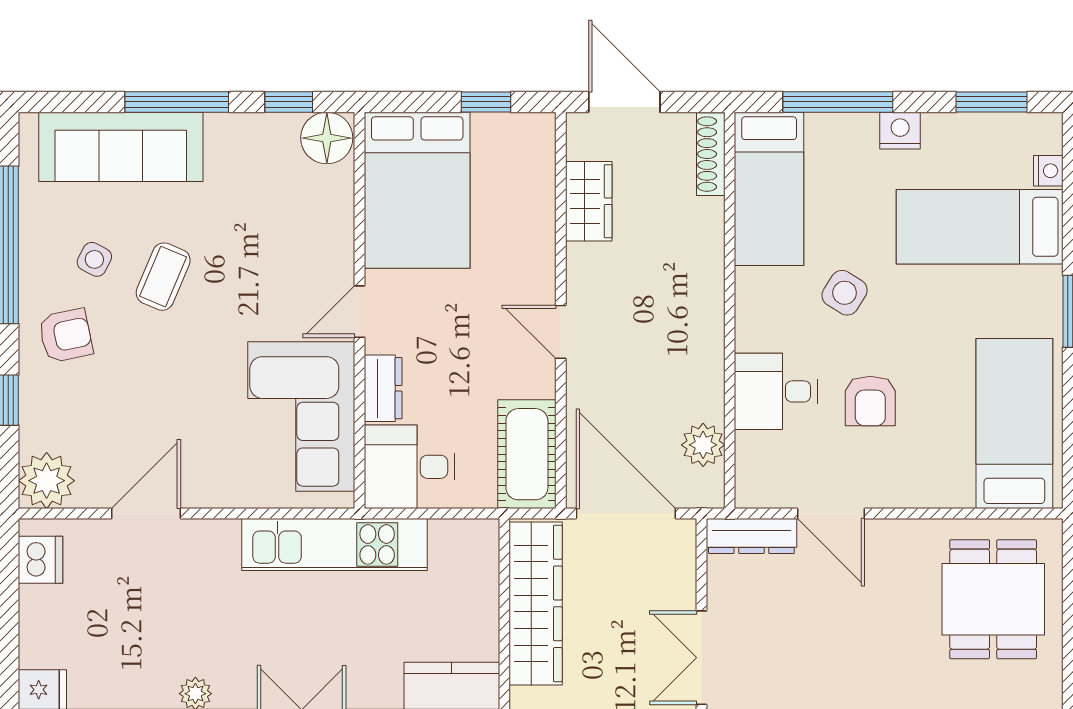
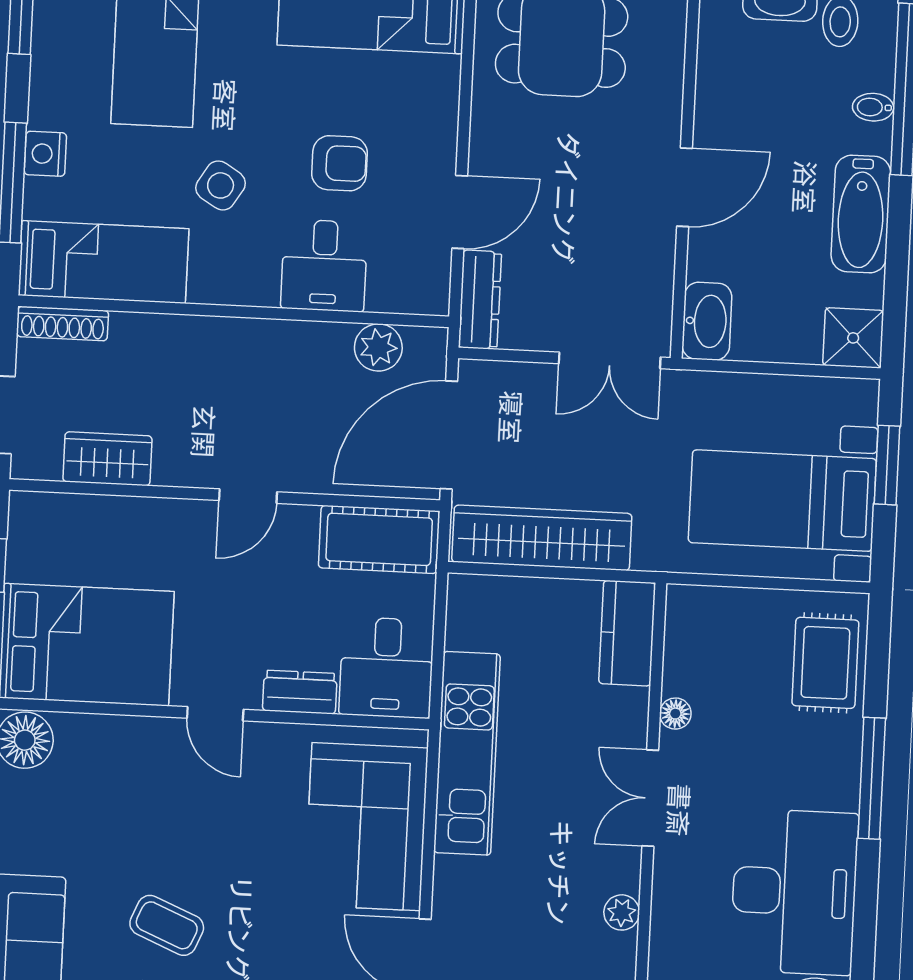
nightstand: (900, 131) -> (45, 154), moved
corner sofa: (301, 416) -> (366, 827), moved, turned 90

